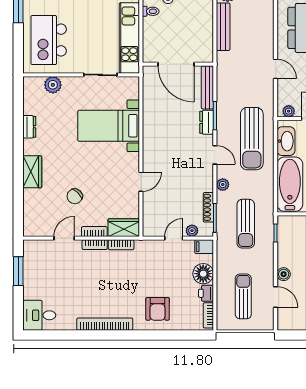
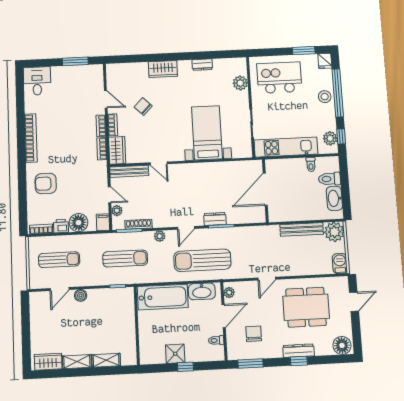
bench: (207, 87) -> (129, 171), moved
sun lounger: (246, 224) -> (125, 259), turned 180

